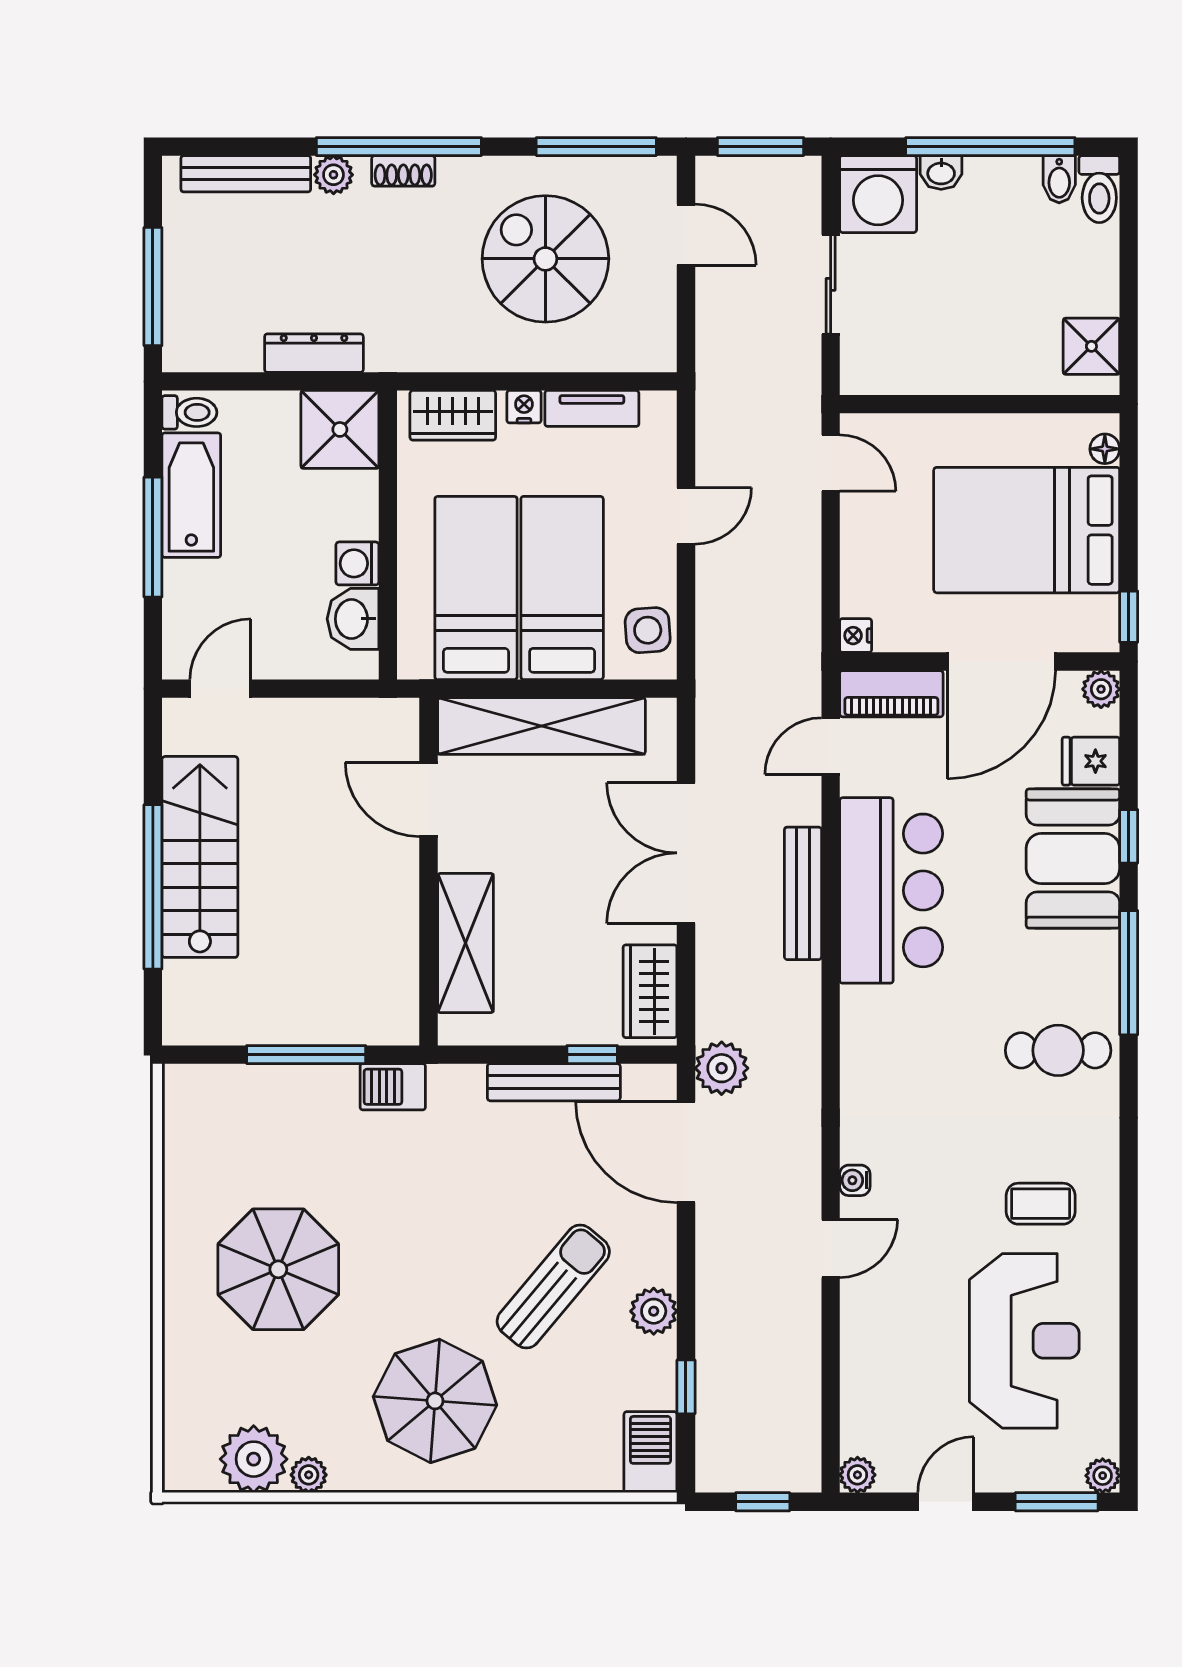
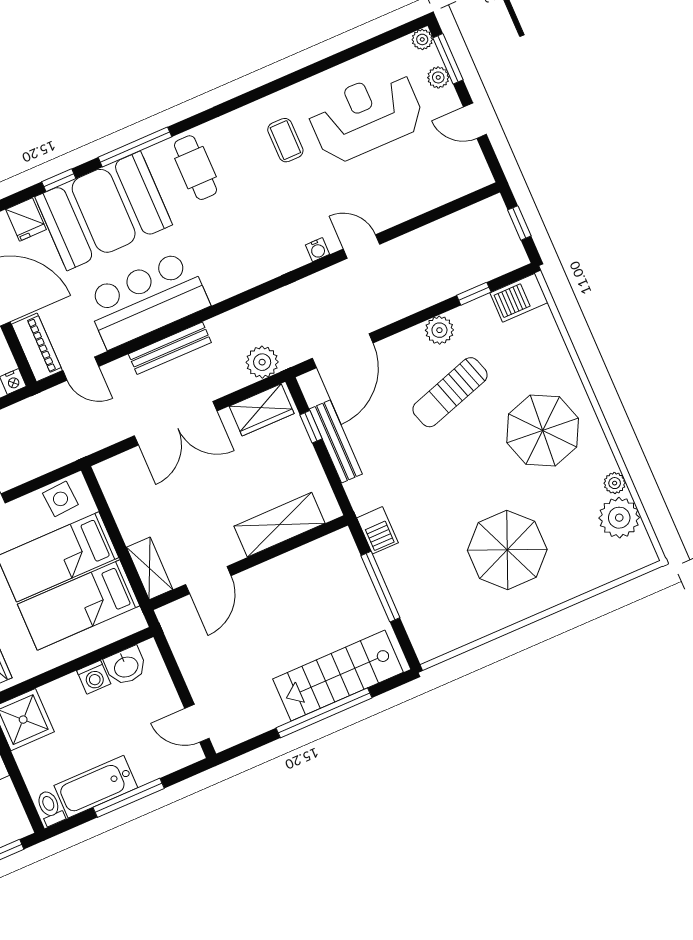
shelving: (541, 726) -> (150, 568), width x0.45, depth x0.75
stairs: (200, 857) -> (338, 676), moved
booth: (1073, 859) -> (104, 211), width x1.36, depth x1.42
plant: (722, 1068) -> (262, 362), moved
sun lounger: (553, 1286) -> (450, 392), turned -58
plant: (857, 1475) -> (438, 77), moved

